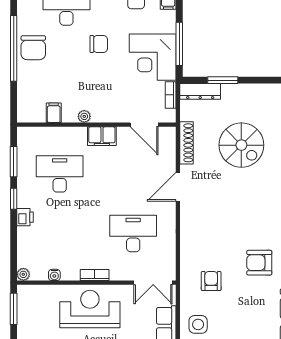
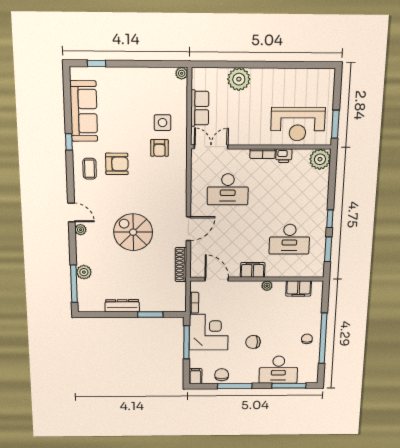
chair: (33, 48) -> (307, 339), width x0.54, depth x0.54
dresser: (200, 91) -> (122, 306), moved
filing cabinet: (54, 113) -> (299, 288), width x2.00
spiral stairs: (241, 145) -> (133, 232), moved
printer: (25, 217) -> (284, 156), moved, turned -90
plant: (23, 274) -> (320, 159), width x1.87, depth x1.87
water cooler: (54, 275) -> (298, 154), removed
reception desk: (90, 309) -> (298, 124), moved
side table: (198, 324) -> (162, 123), moved

